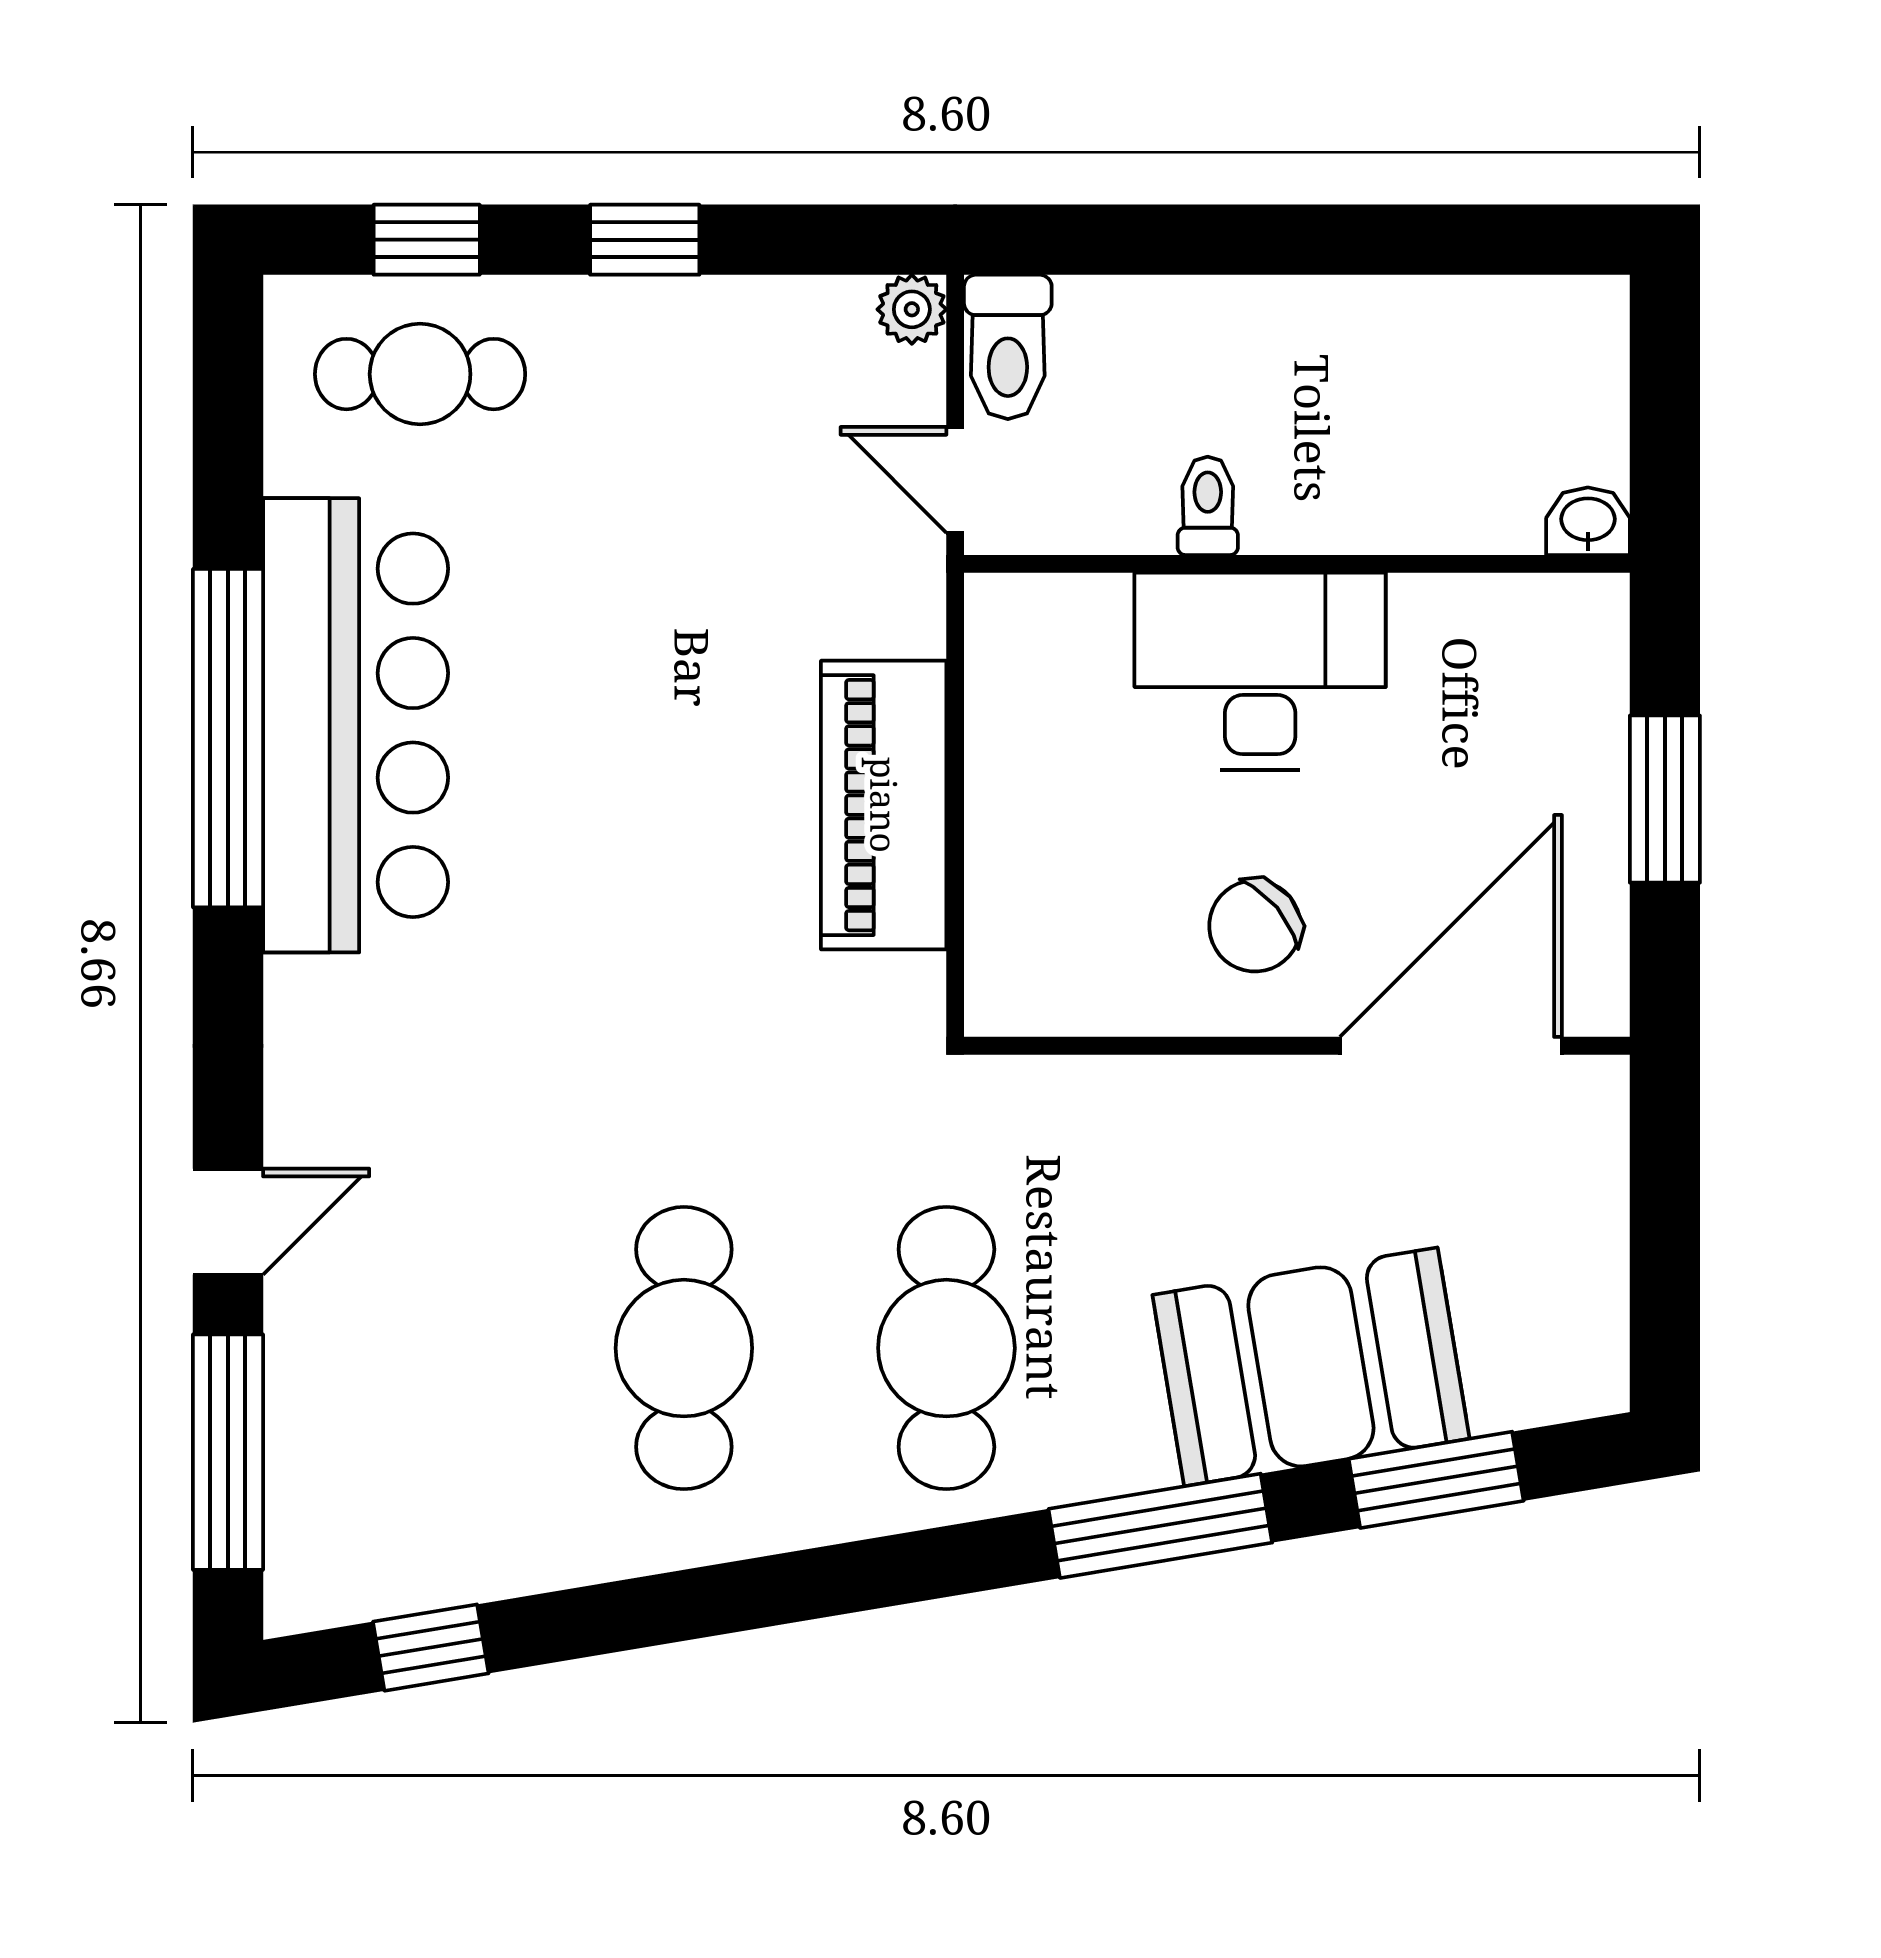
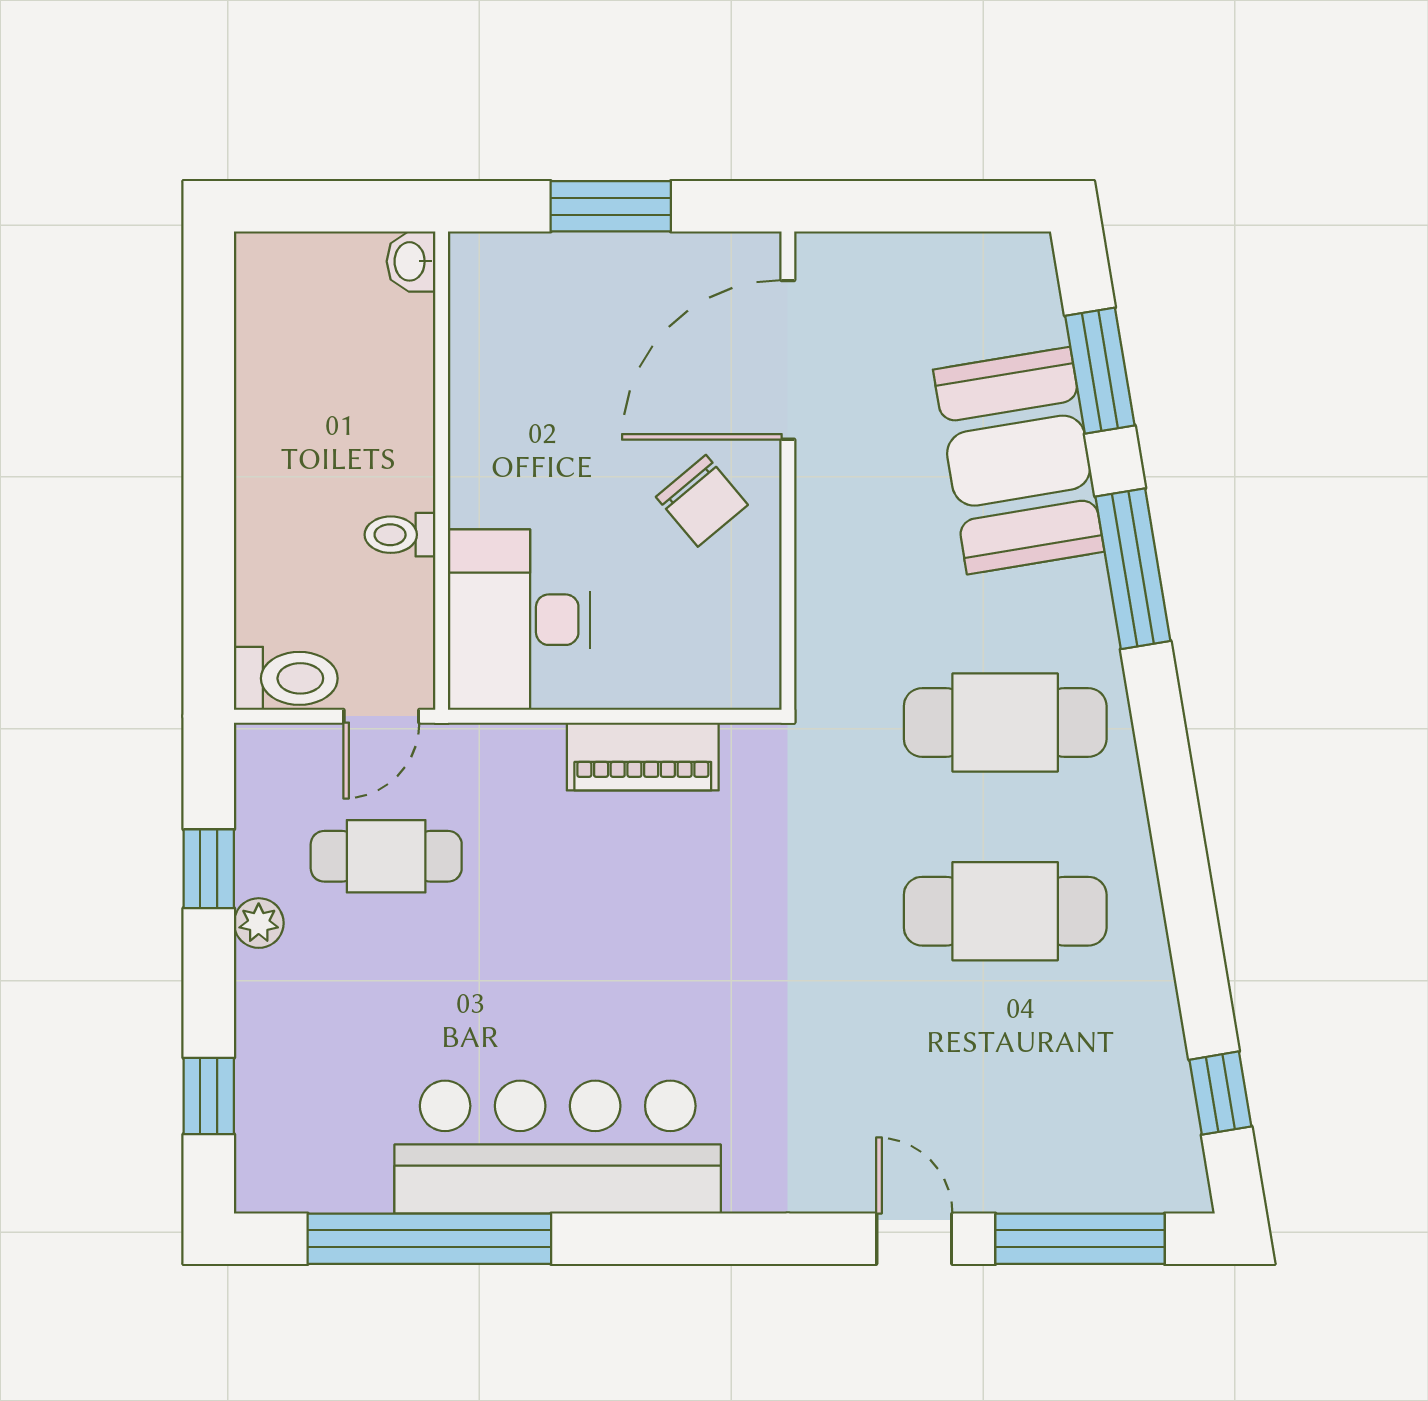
window: (645, 240) -> (209, 869), moved
plant: (912, 309) -> (259, 923), moved
cafe table: (420, 374) -> (386, 856), moved, turned 90
desk: (1260, 671) -> (519, 620), moved
window: (228, 738) -> (429, 1239), moved
piano: (884, 805) -> (643, 756), width x0.73, depth x0.75
door: (1451, 1046) -> (788, 360), hinge flipped

